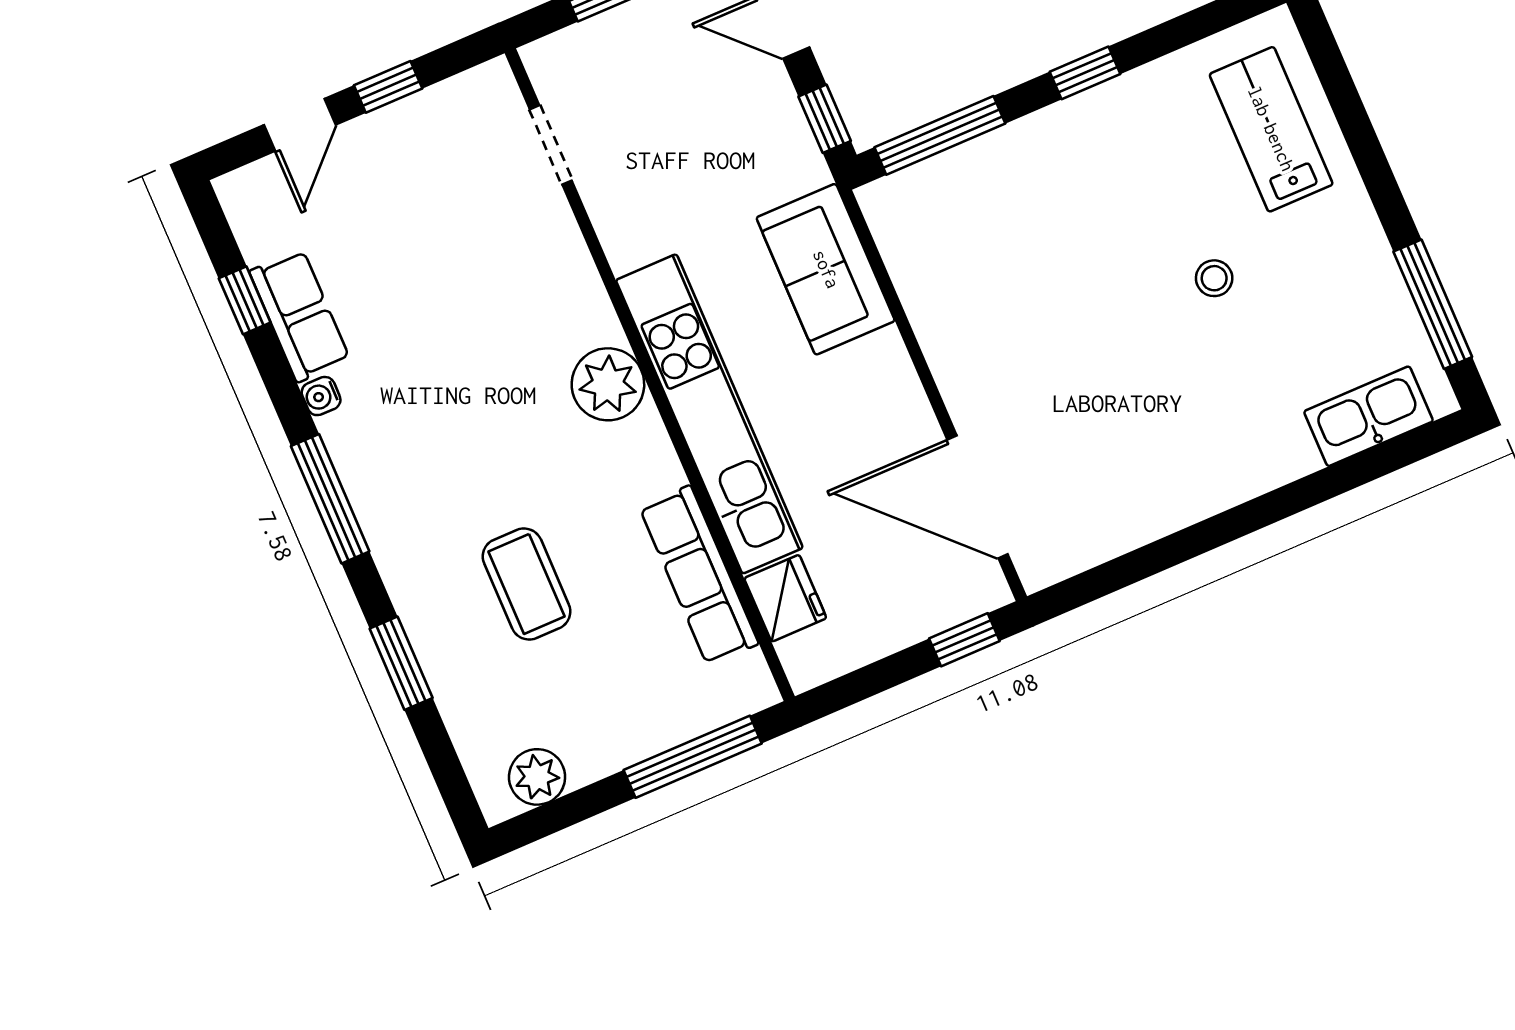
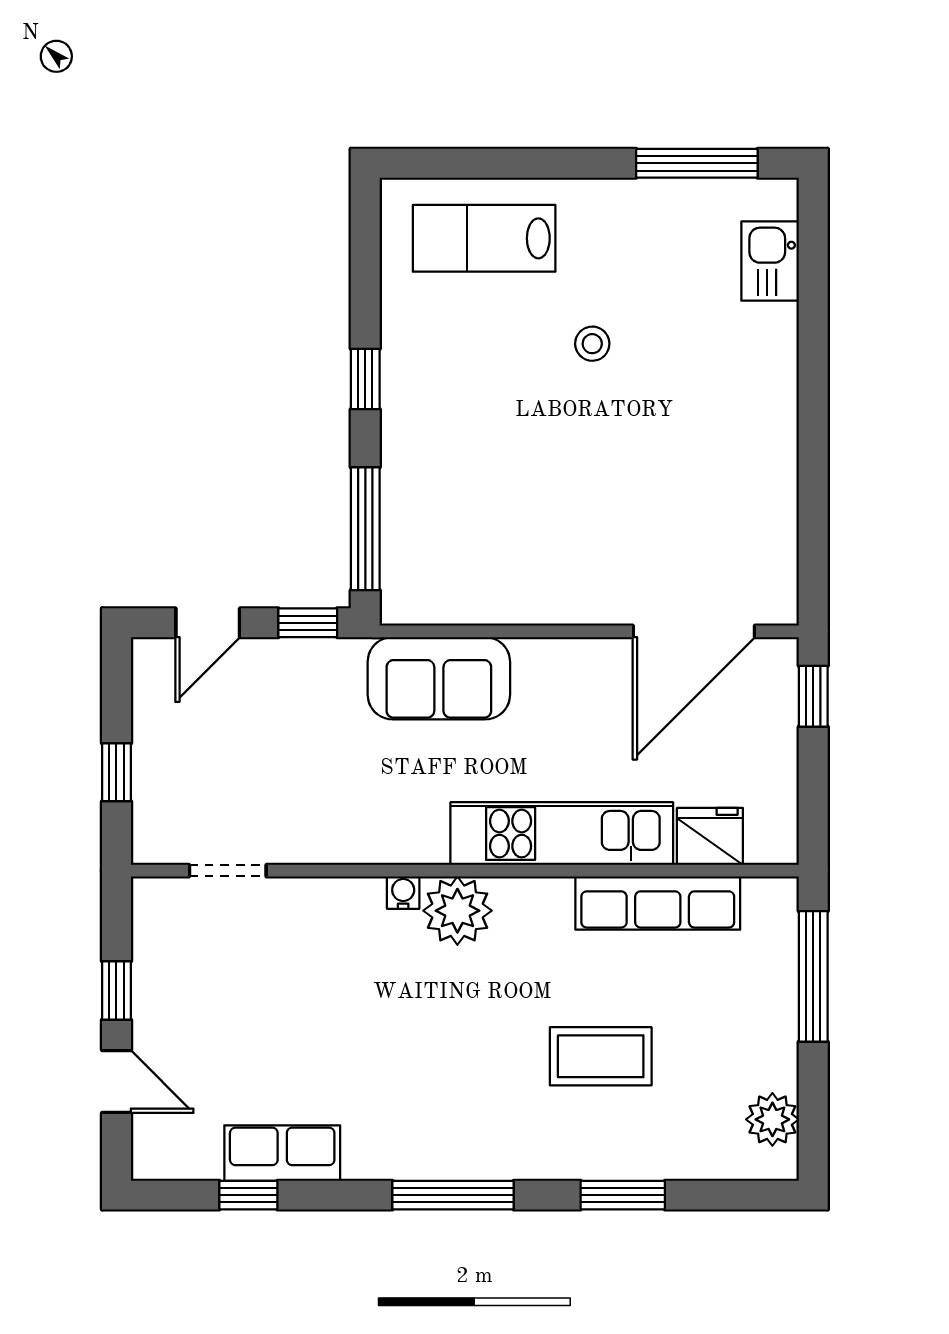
water cooler: (321, 396) -> (403, 893), moved, turned 180
kitchen unit: (709, 414) -> (562, 834), width x0.73
kitchen sink: (1369, 416) -> (770, 261), width x0.73

